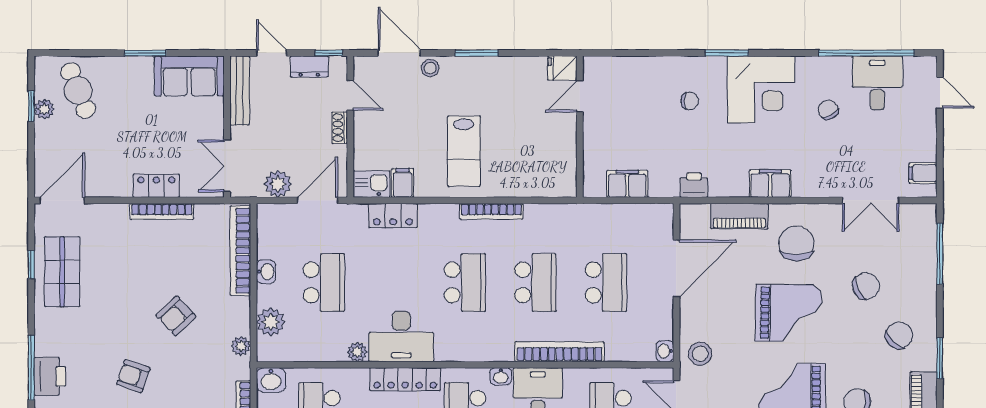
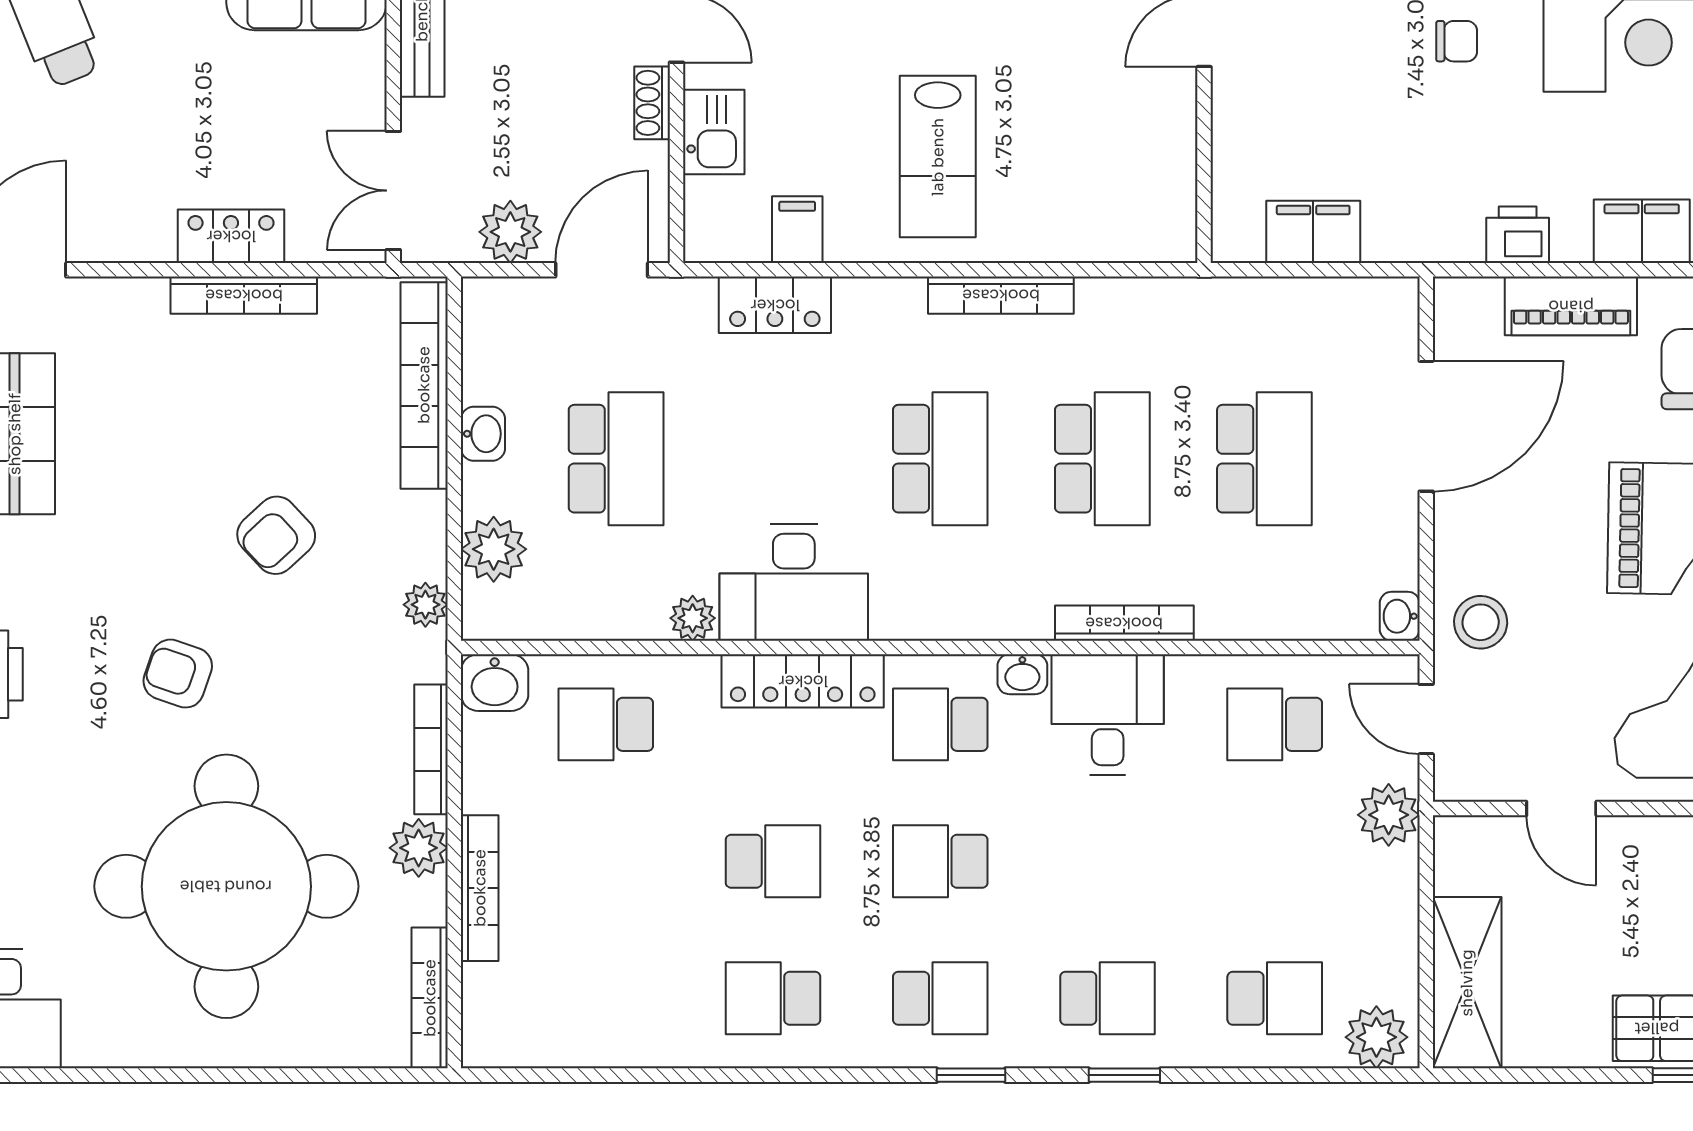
kitchen sink: (371, 184) -> (714, 132), moved, turned 90
printer: (694, 185) -> (1518, 235), moved
bookcase: (560, 352) -> (1124, 623), width x0.68, depth x0.76

